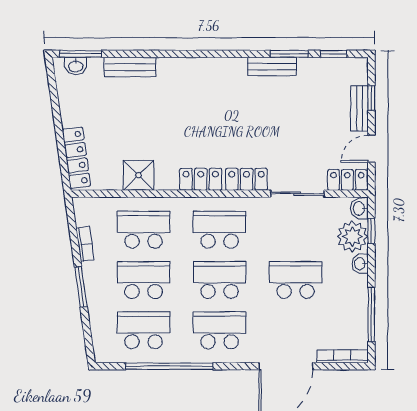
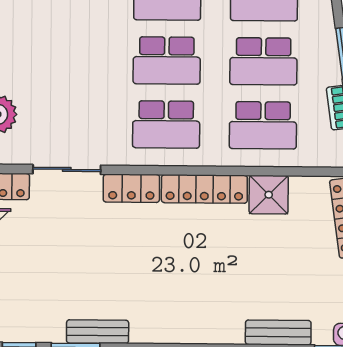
locker: (201, 179) -> (204, 189), width x1.53
school desk: (296, 280) -> (70, 60), removed

